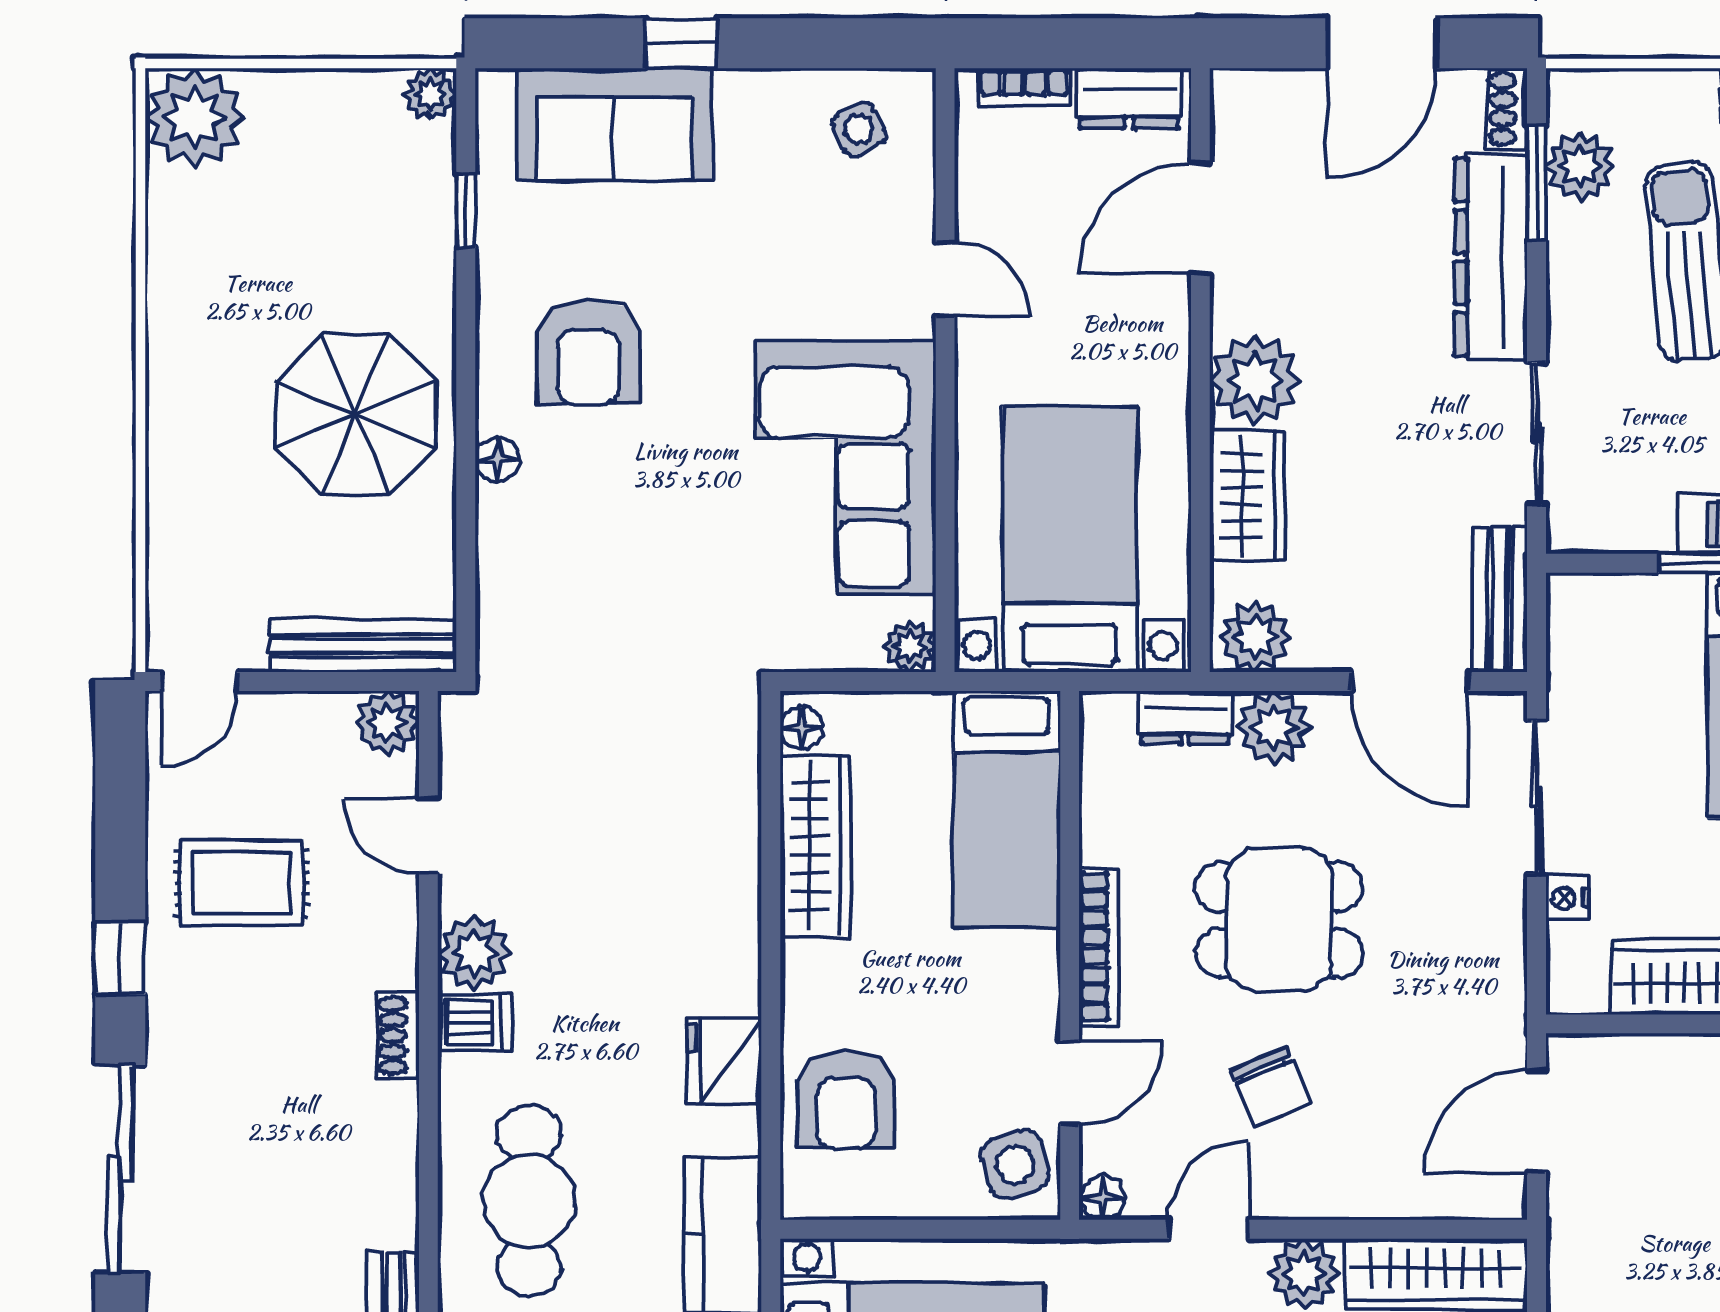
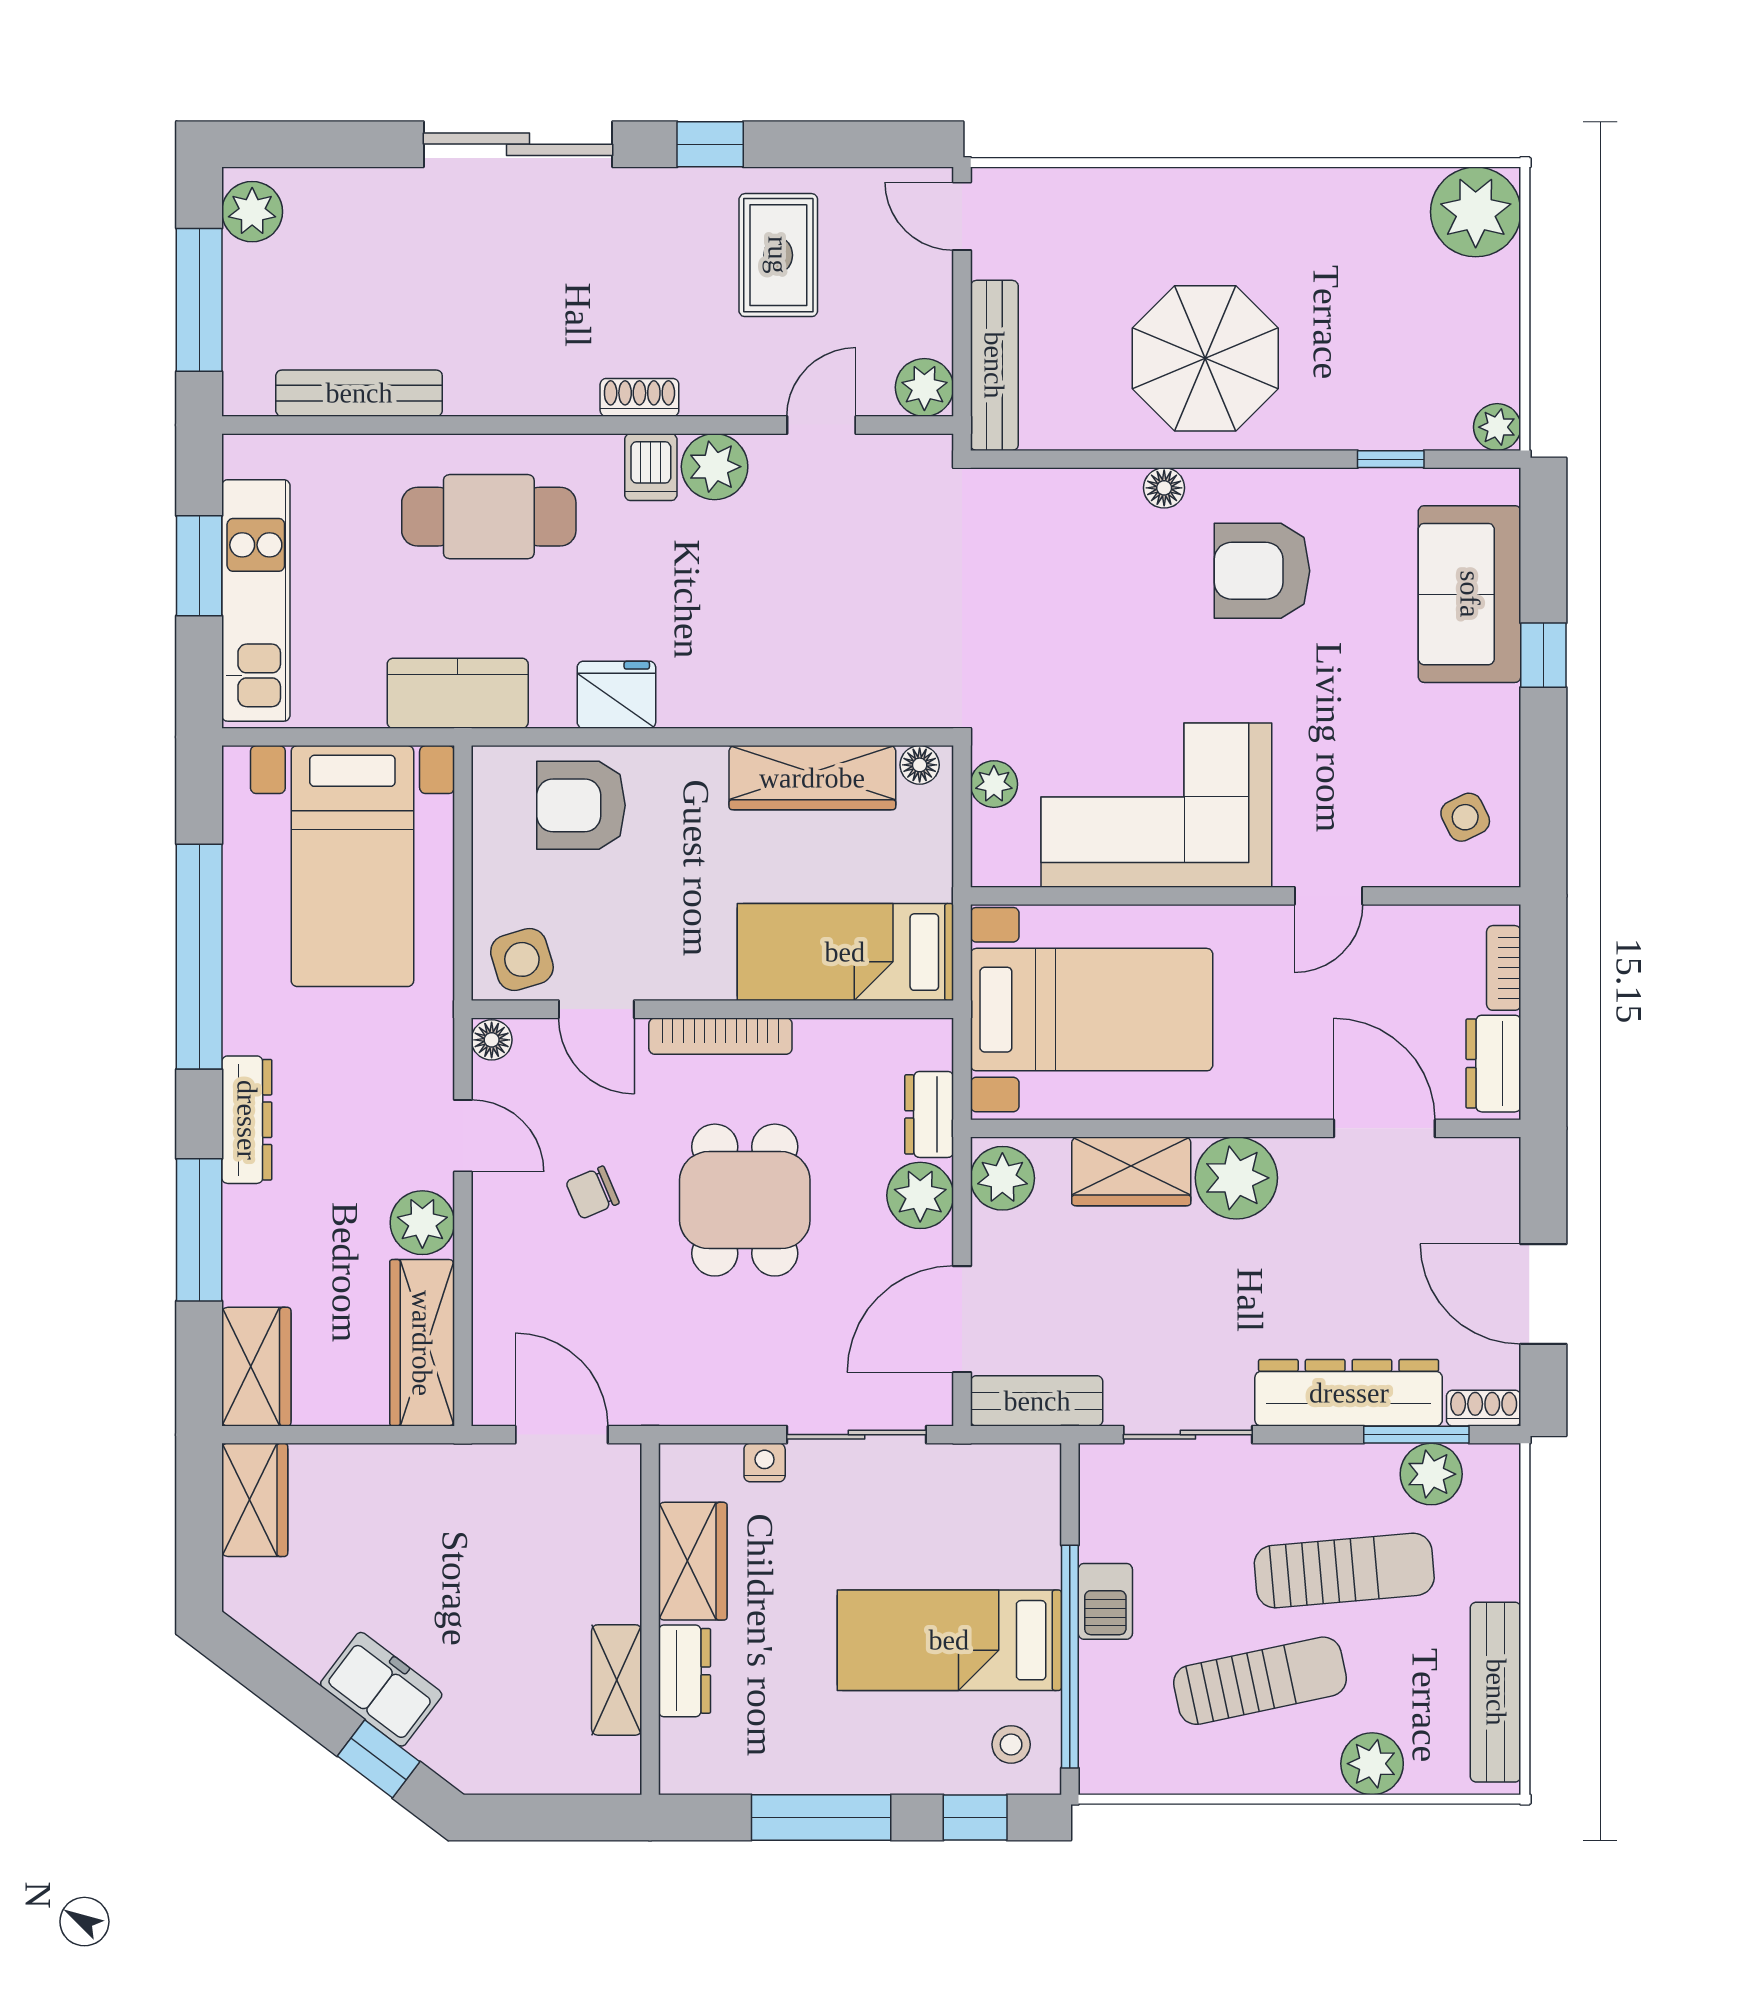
plant: (910, 646) -> (994, 784), moved
chair: (1271, 1087) -> (592, 1192), width x0.73, depth x0.73

